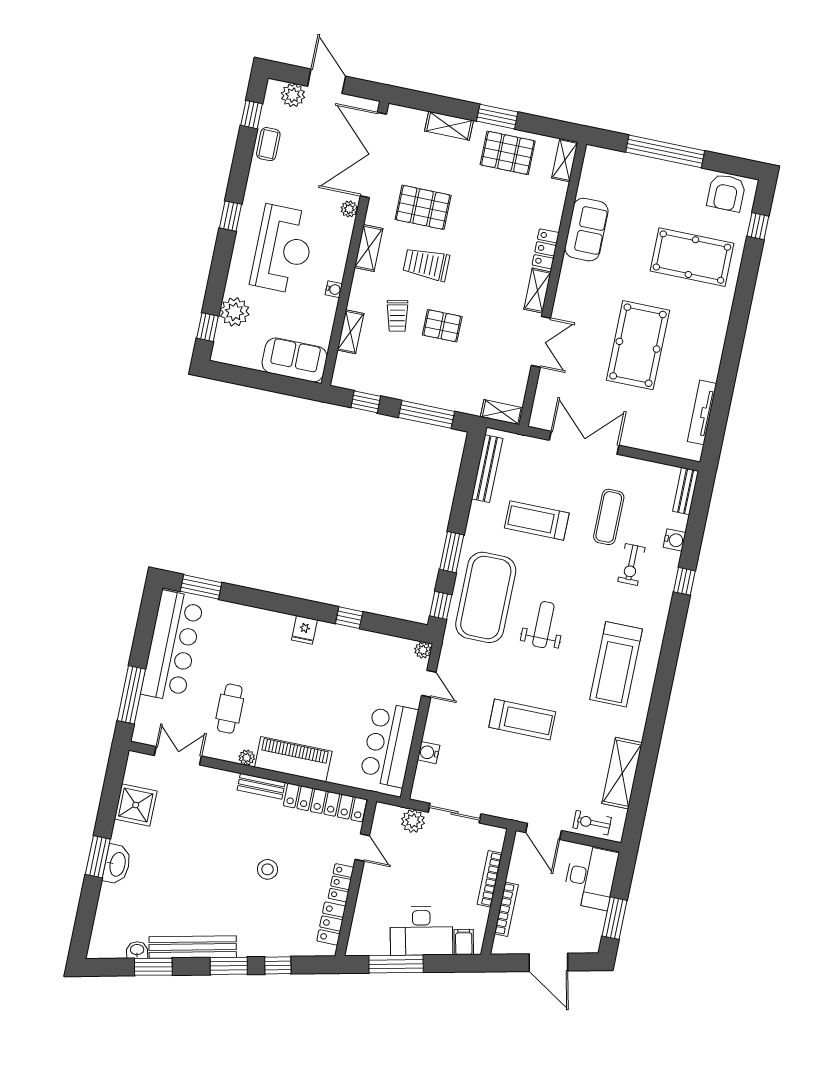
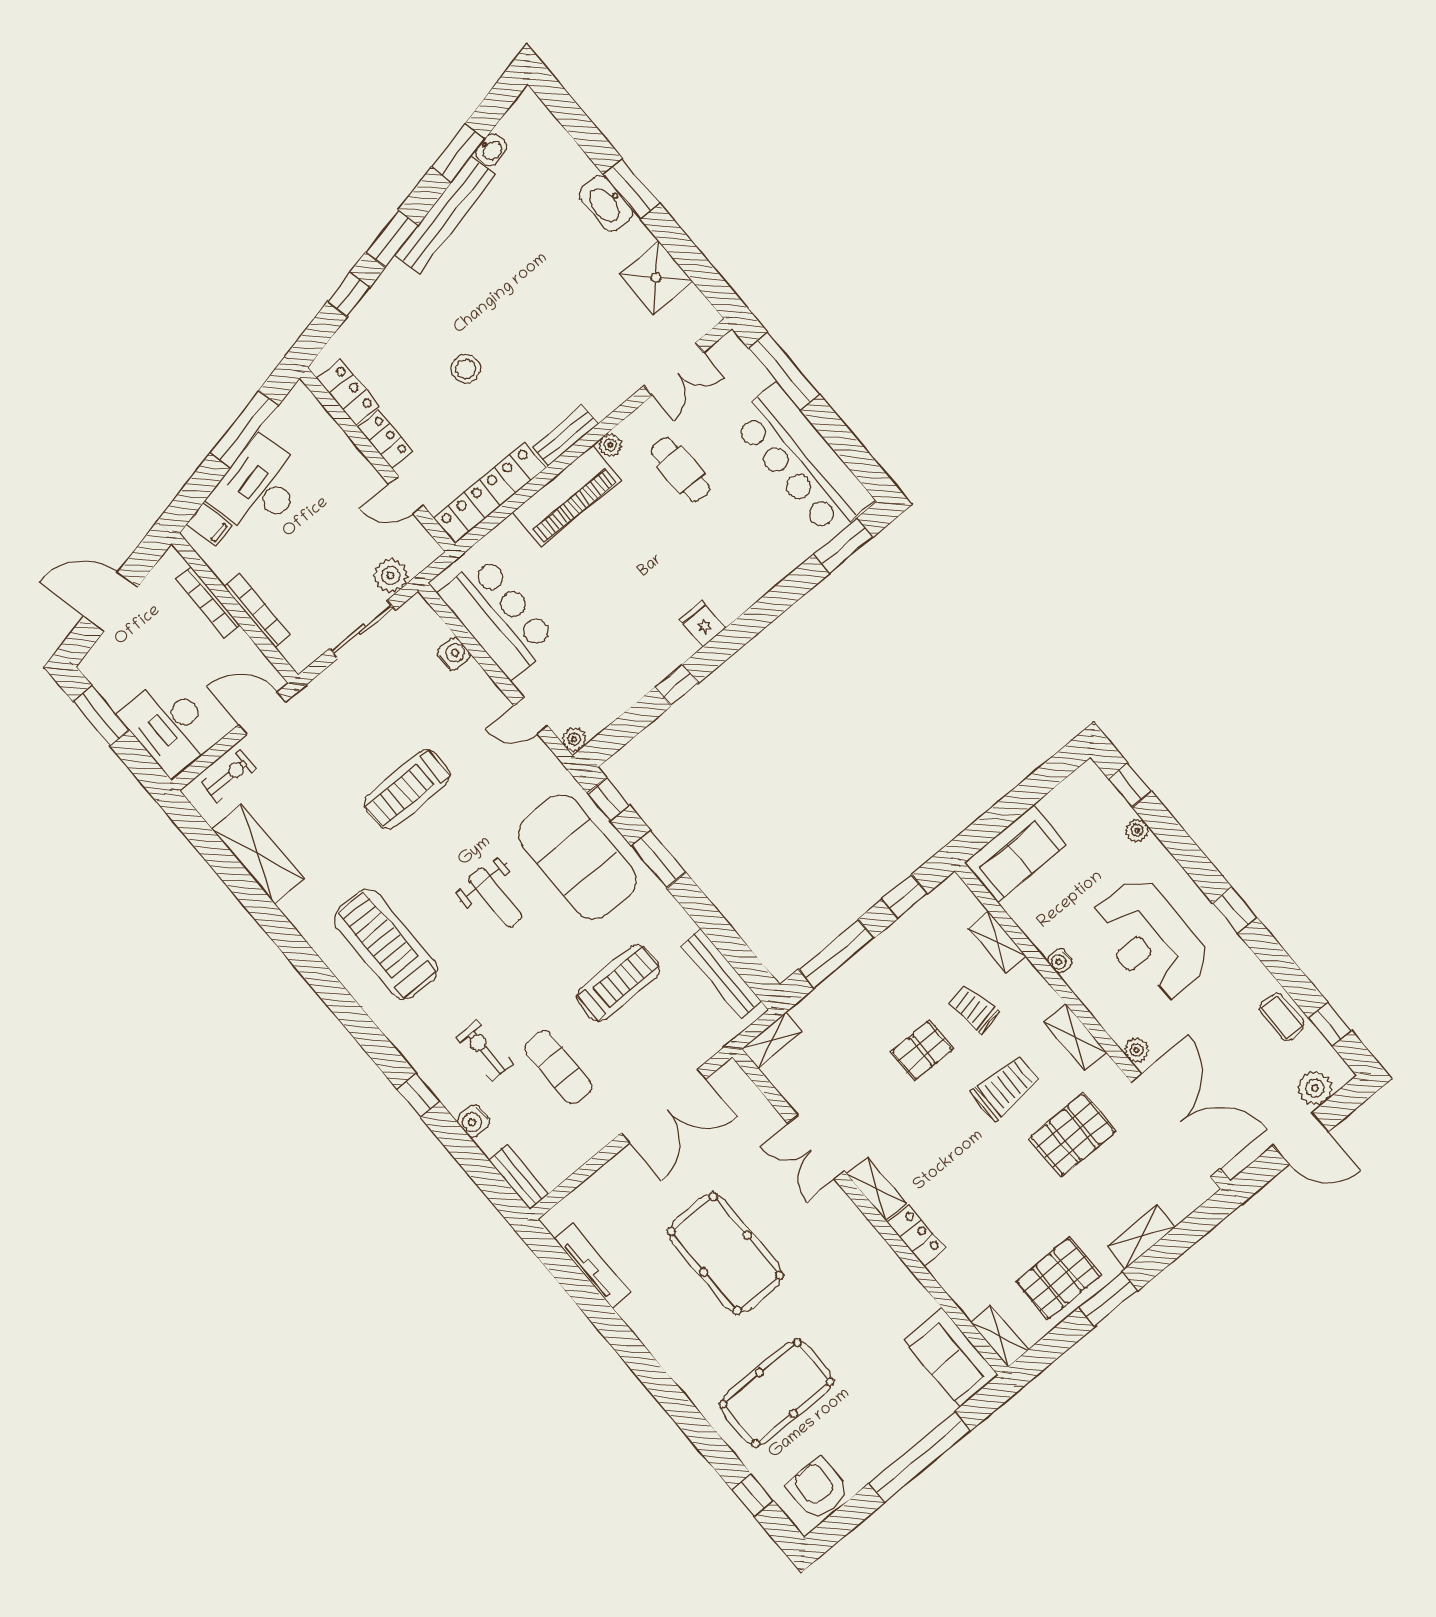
sofa: (586, 230) -> (951, 1358), moved
plant: (235, 312) -> (1137, 830), width x0.53, depth x0.53

